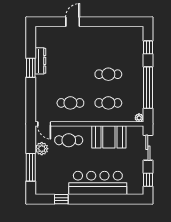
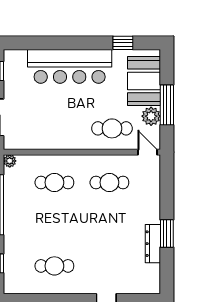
cafe table: (108, 74) -> (54, 266), moved
booth: (109, 137) -> (144, 81), moved, turned 90
window: (31, 167) -> (167, 105), moved

